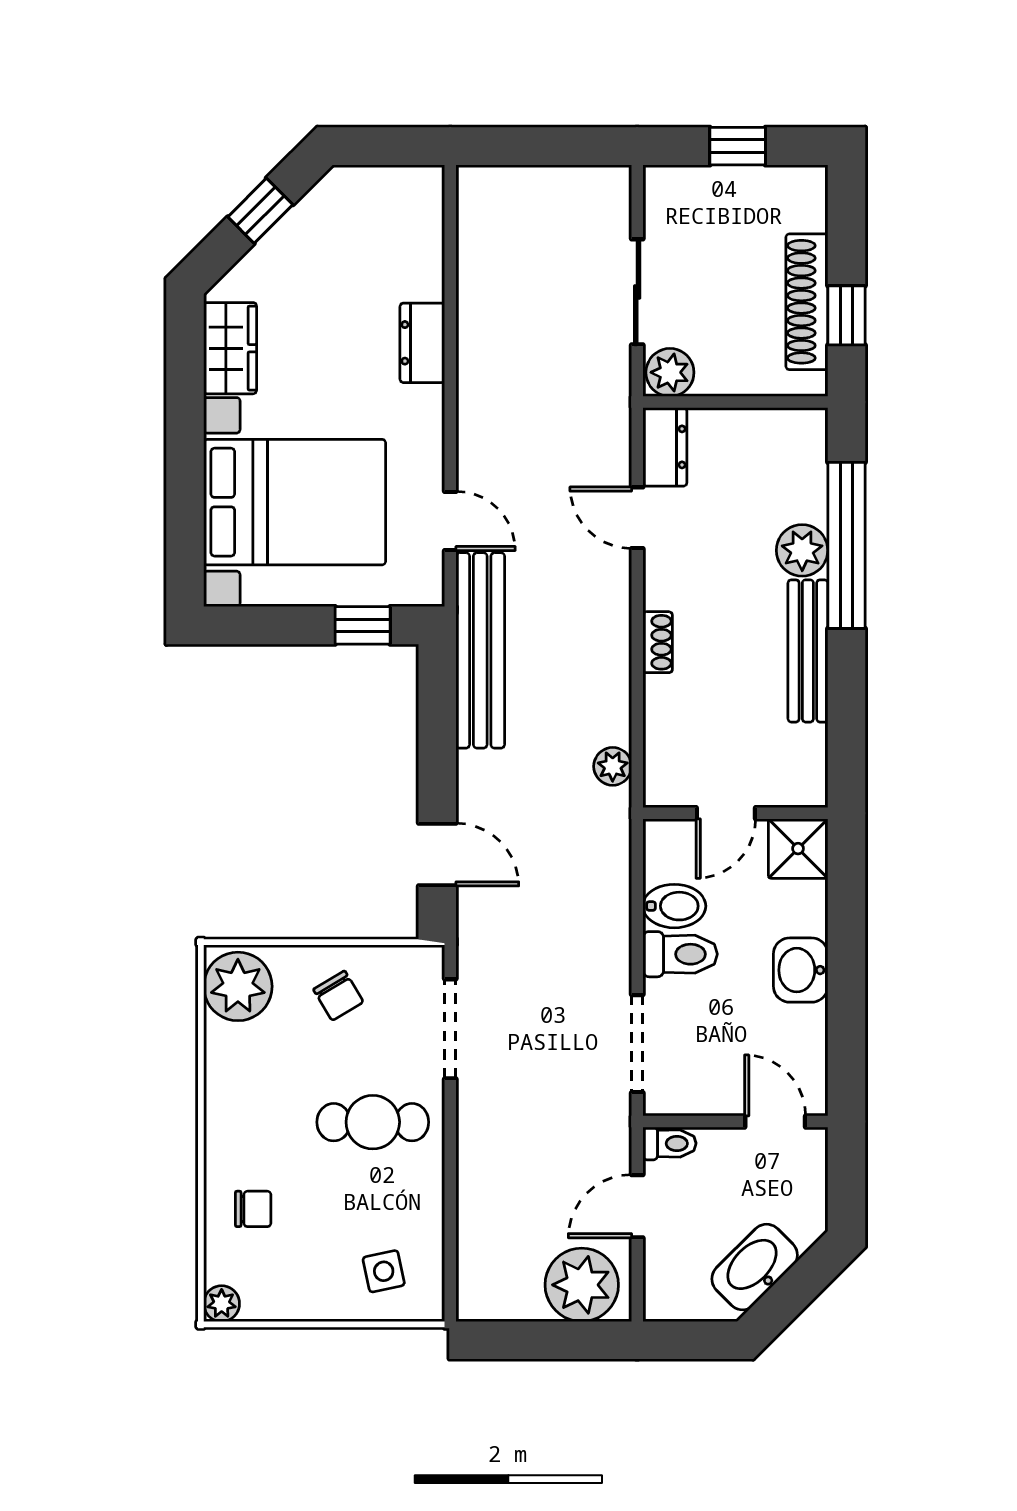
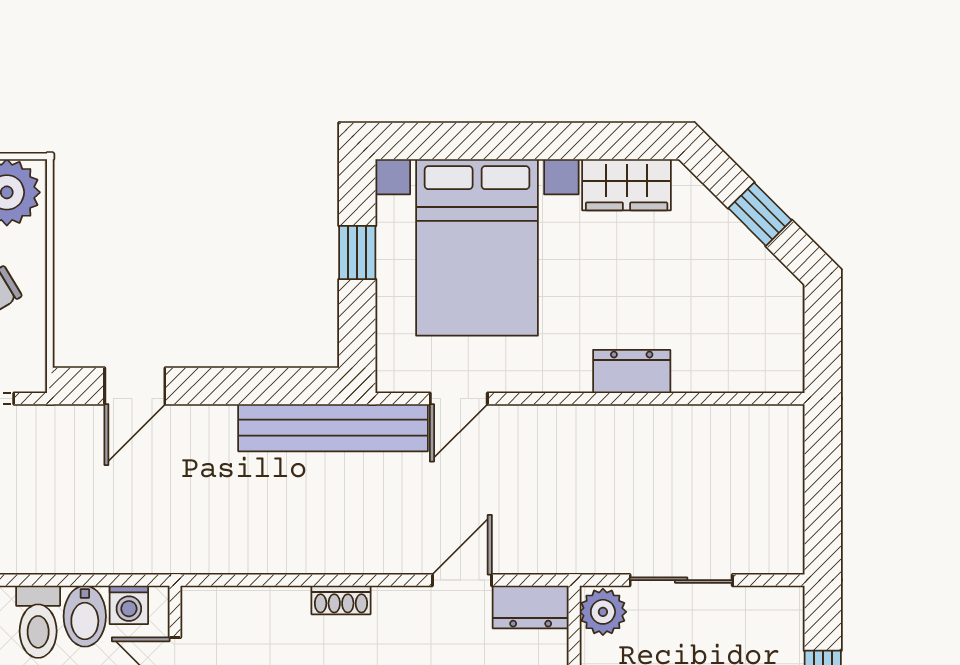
window: (363, 625) -> (357, 253), moved
plant: (613, 766) -> (220, 556), removed
washing machine: (663, 861) -> (129, 605), added

